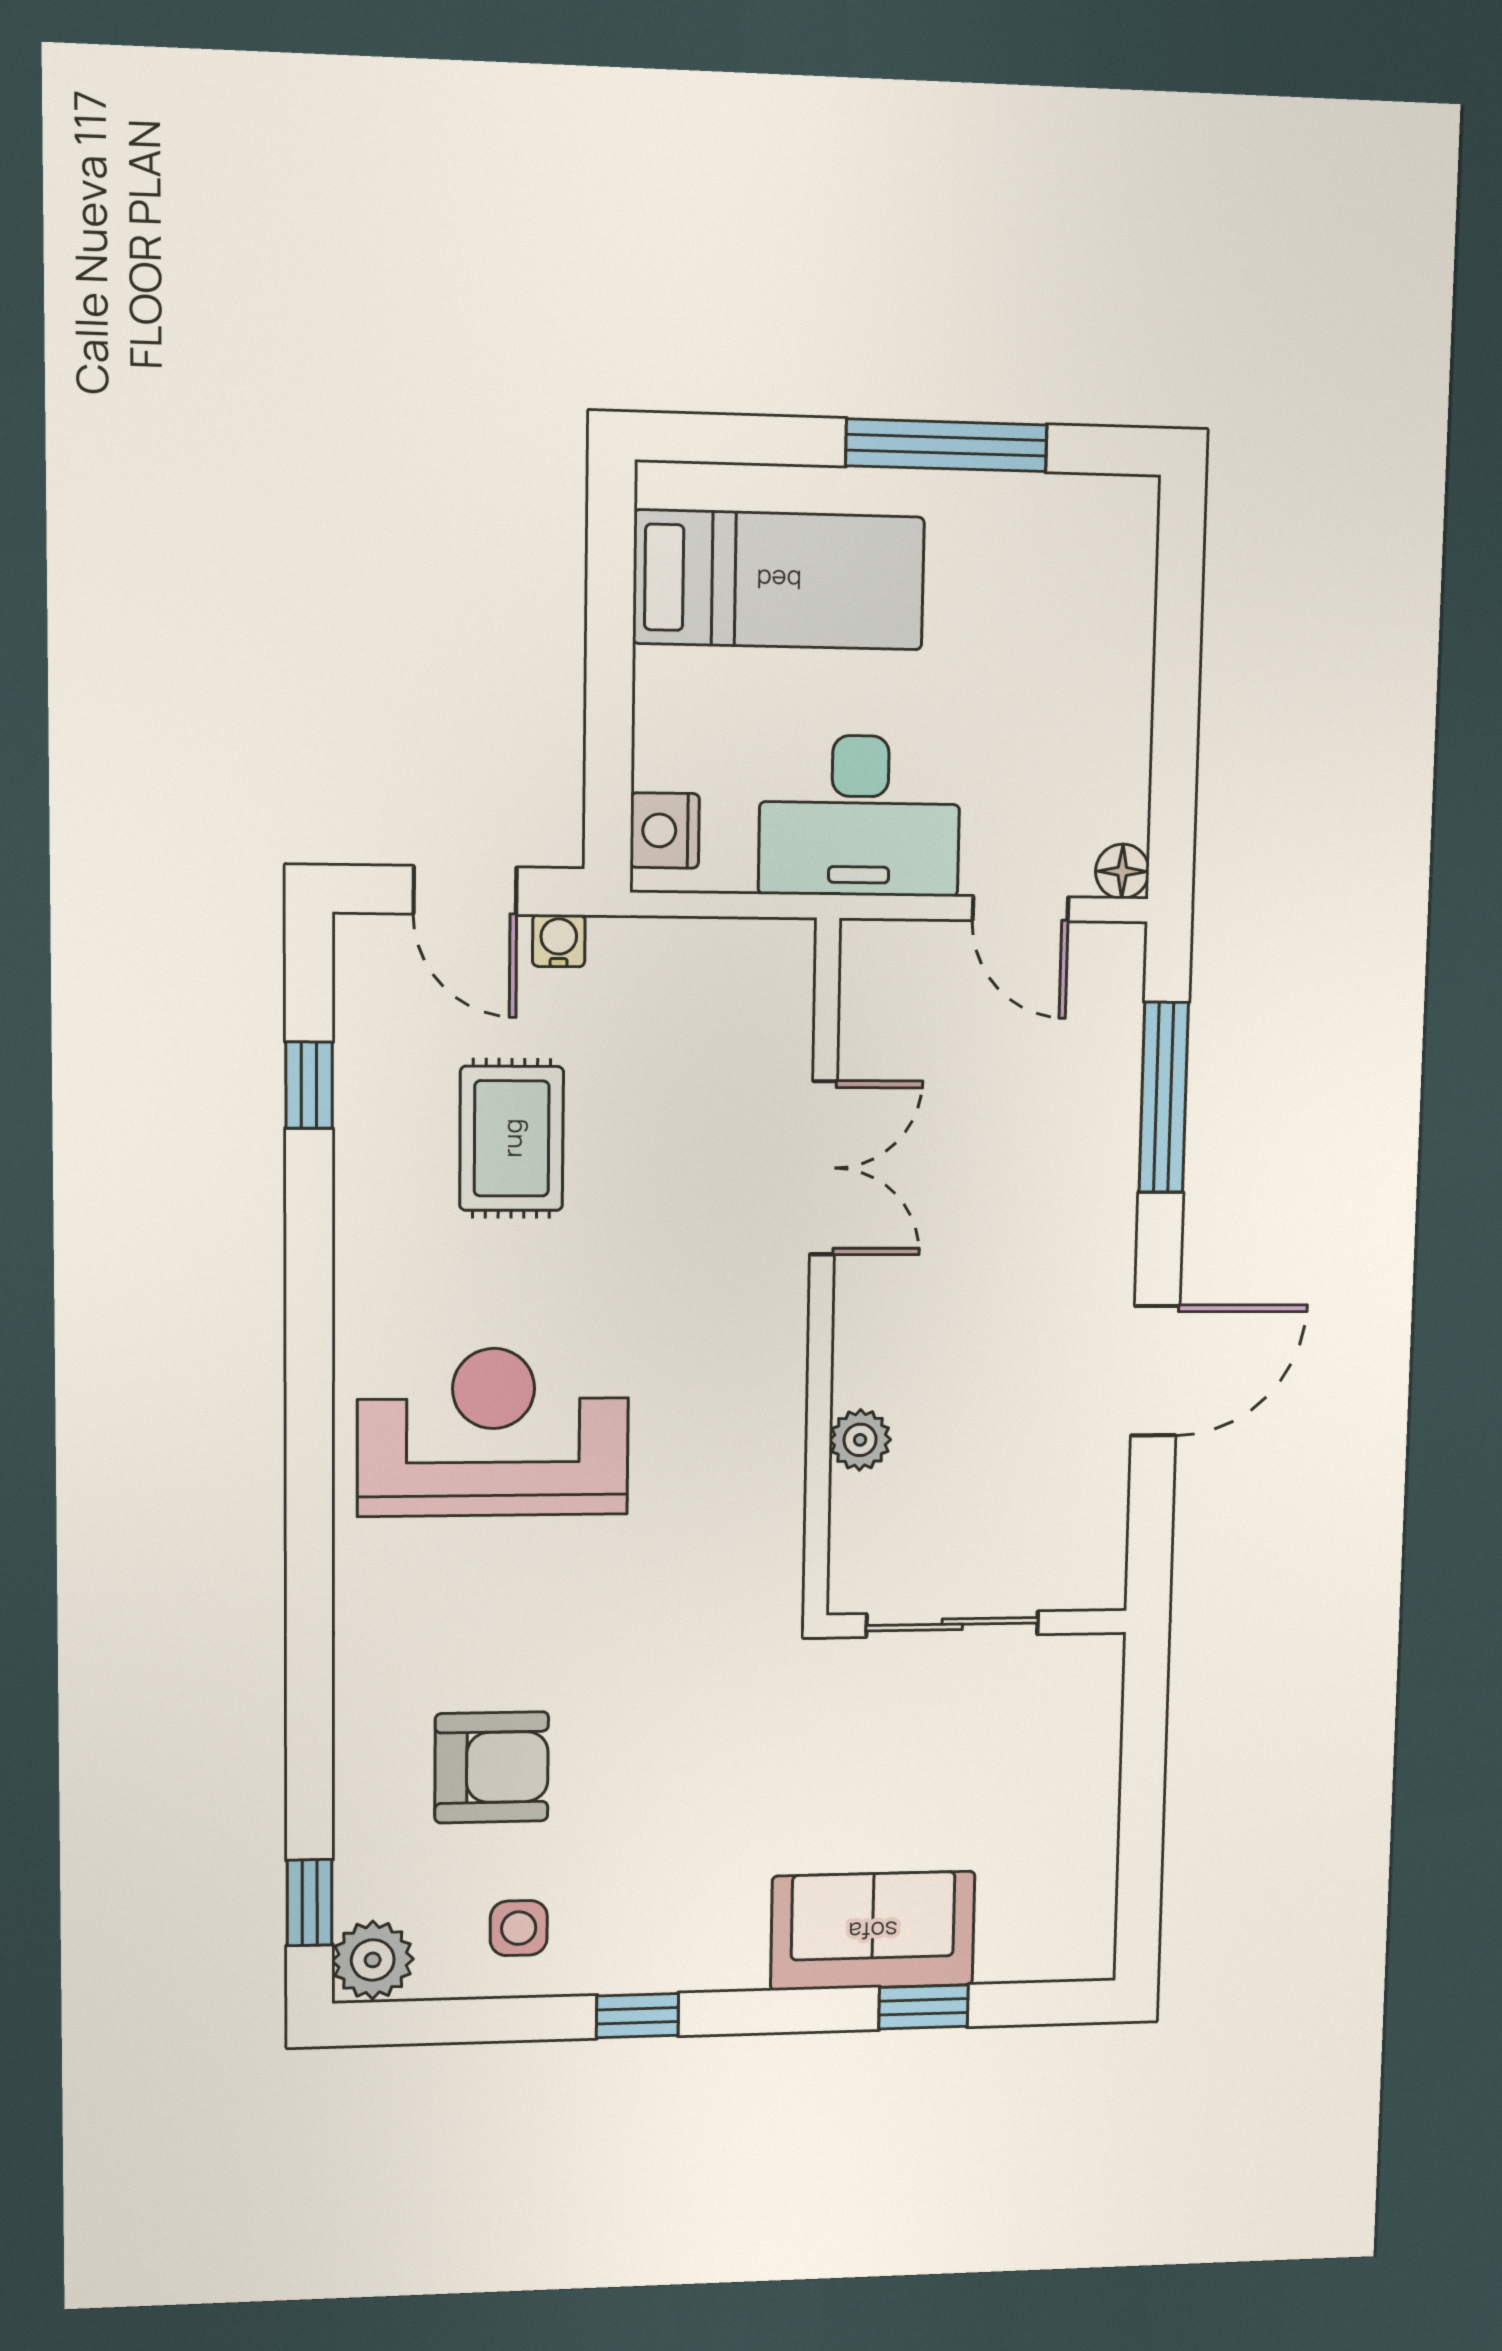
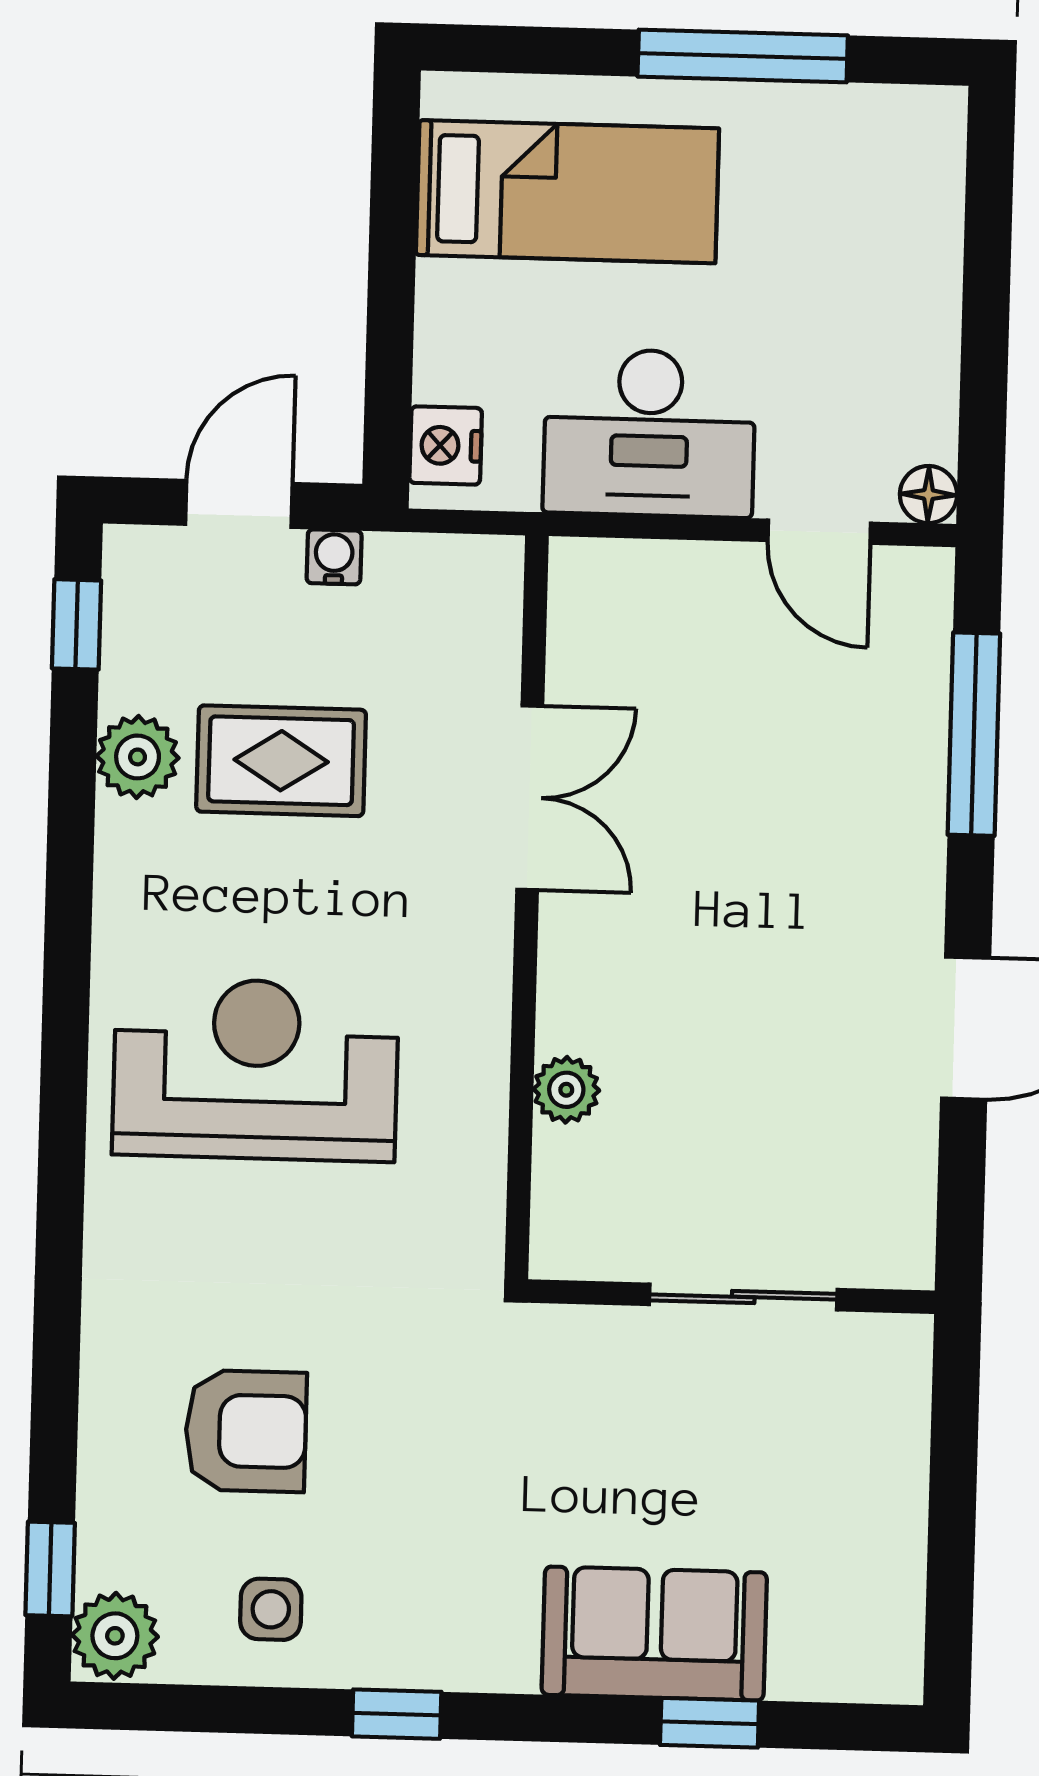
door: (465, 890) -> (239, 504), swing flipped
window: (309, 1085) -> (77, 624), moved
plant: (372, 1138) -> (138, 757), added
rug: (512, 1138) -> (281, 761), turned 90
double door: (823, 1168) -> (530, 798), moved
wall: (822, 1271) -> (527, 907), moved
plant: (860, 1440) -> (566, 1090), moved

